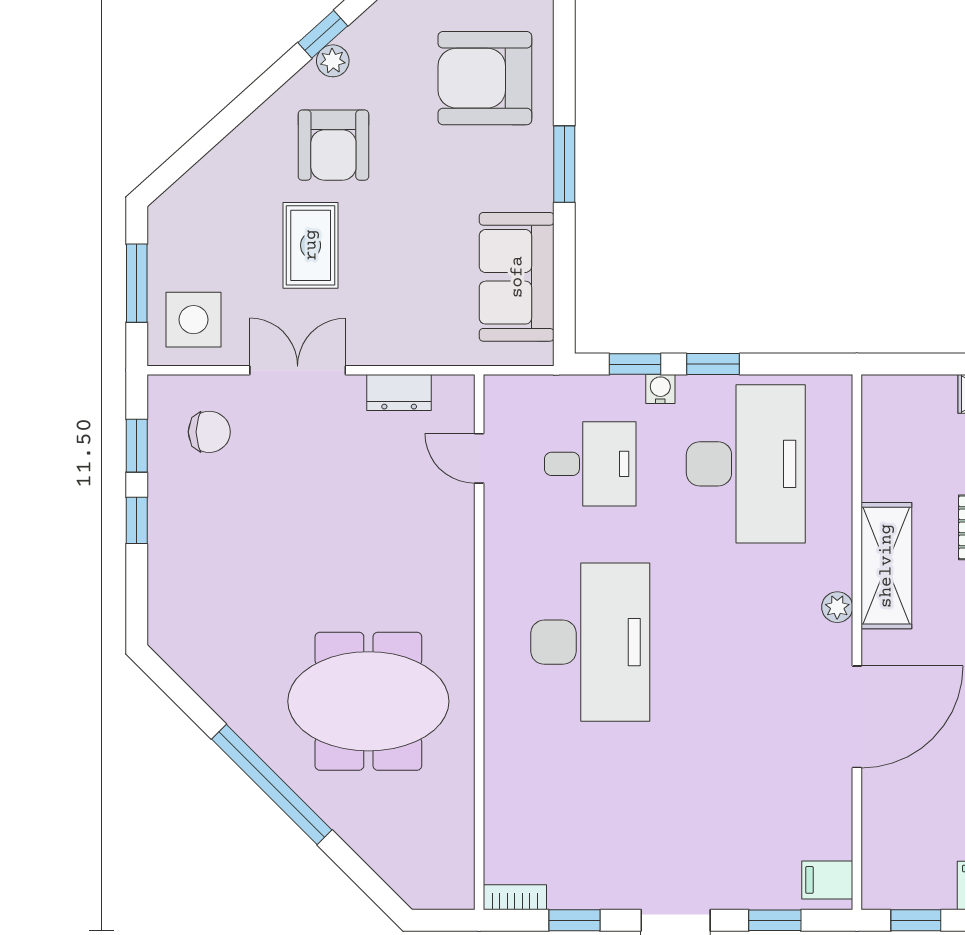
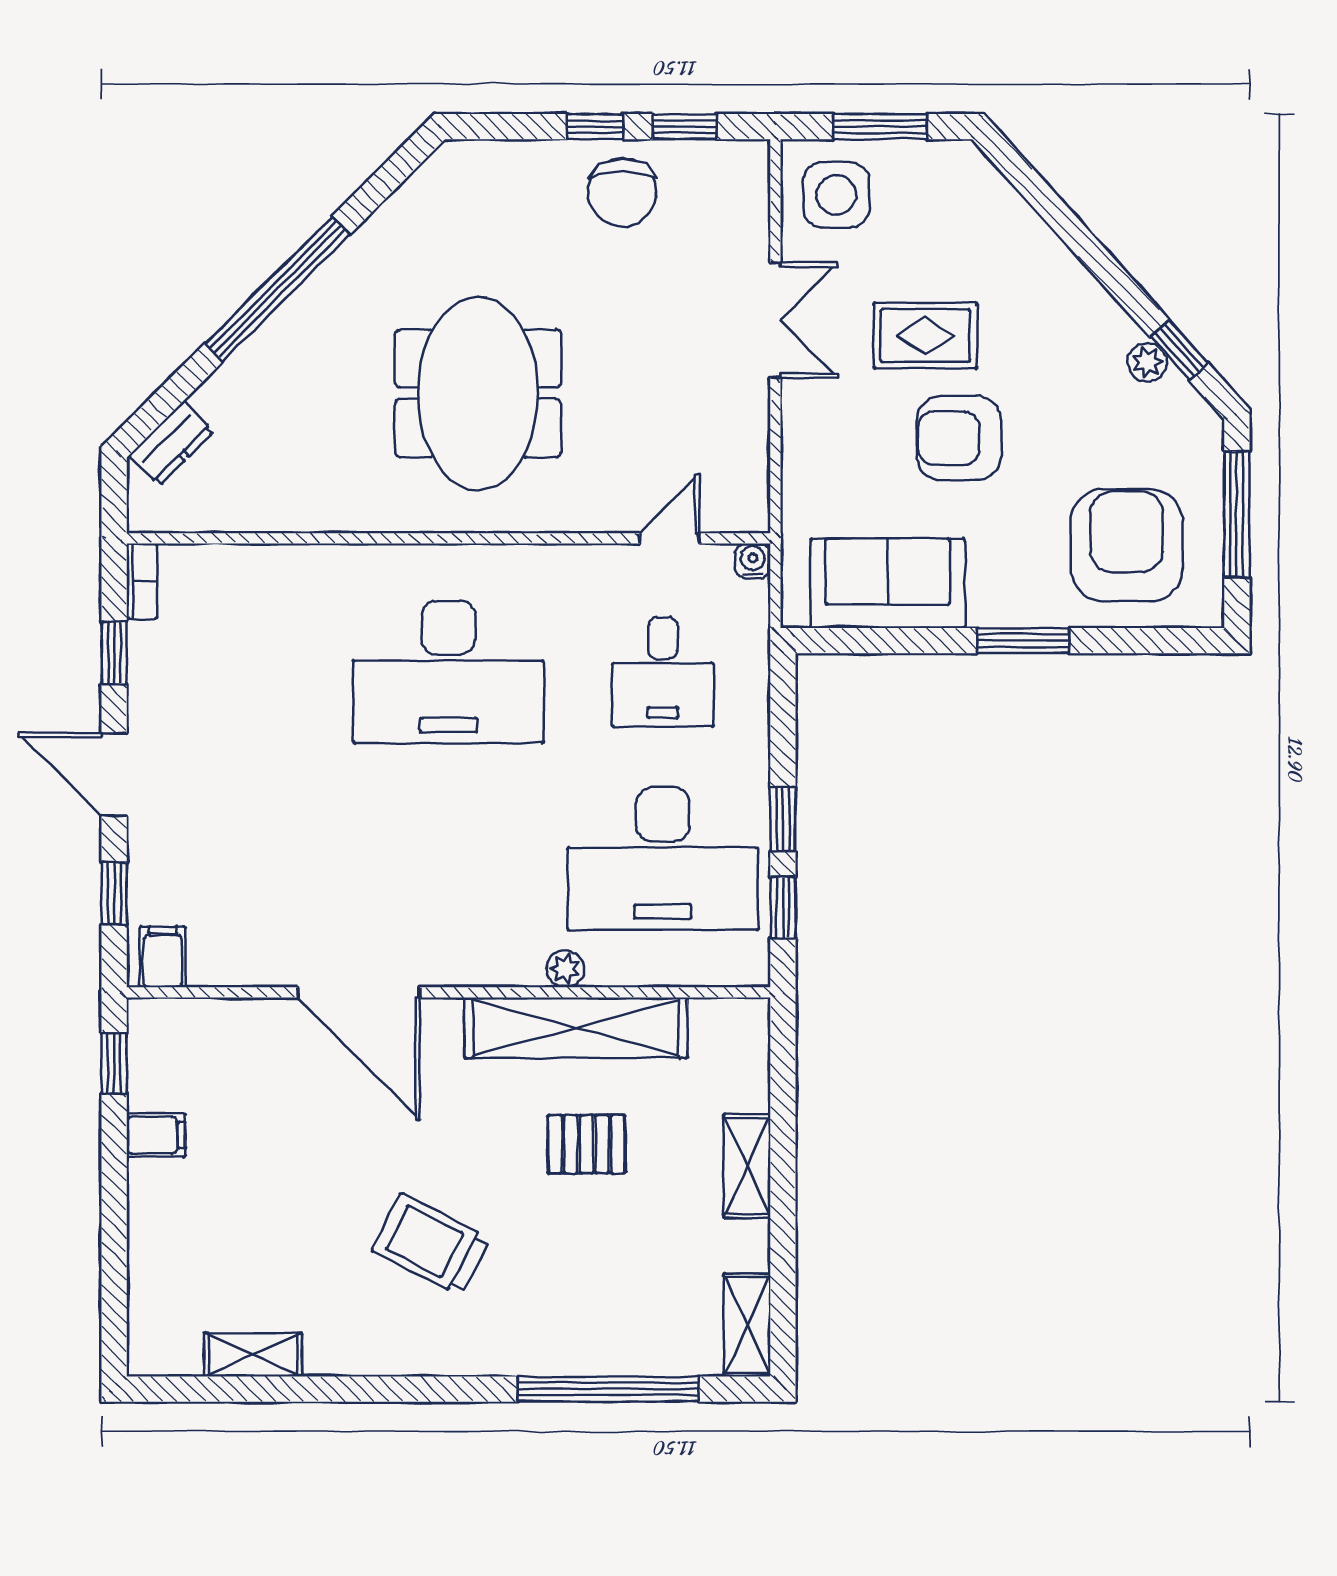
armchair: (333, 145) -> (959, 438), moved
window: (635, 364) -> (783, 908), moved
water cooler: (660, 389) -> (753, 561), moved, turned -90
dresser: (399, 392) -> (171, 443), moved, turned -135
chair: (209, 432) -> (622, 192), moved, width x1.37, depth x1.37
shelving: (886, 566) -> (576, 1028), width x1.47
plant: (837, 607) -> (565, 969), moved
meeting table: (368, 701) -> (478, 393), moved

